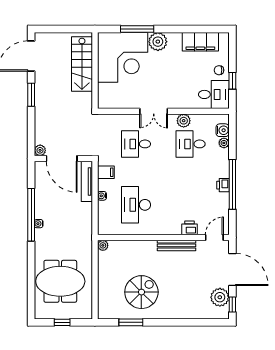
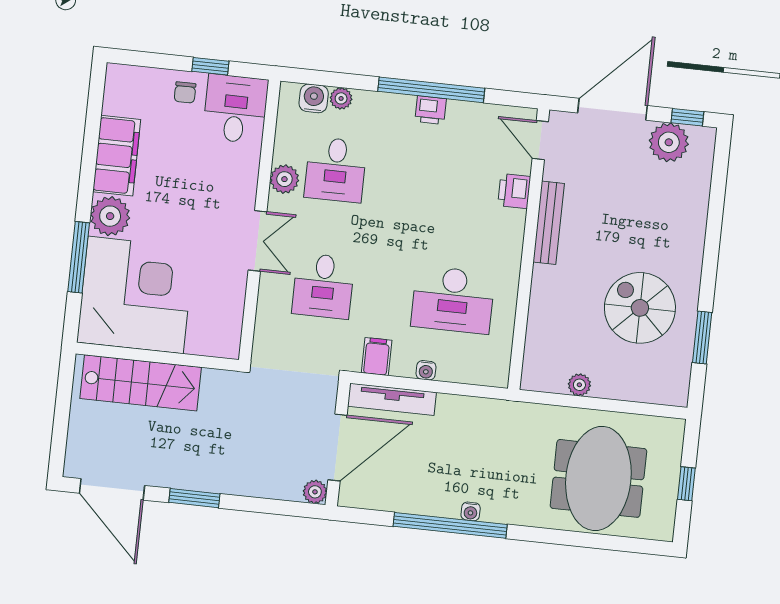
filing cabinet: (200, 42) -> (117, 156), moved
plant: (103, 245) -> (579, 385), moved

